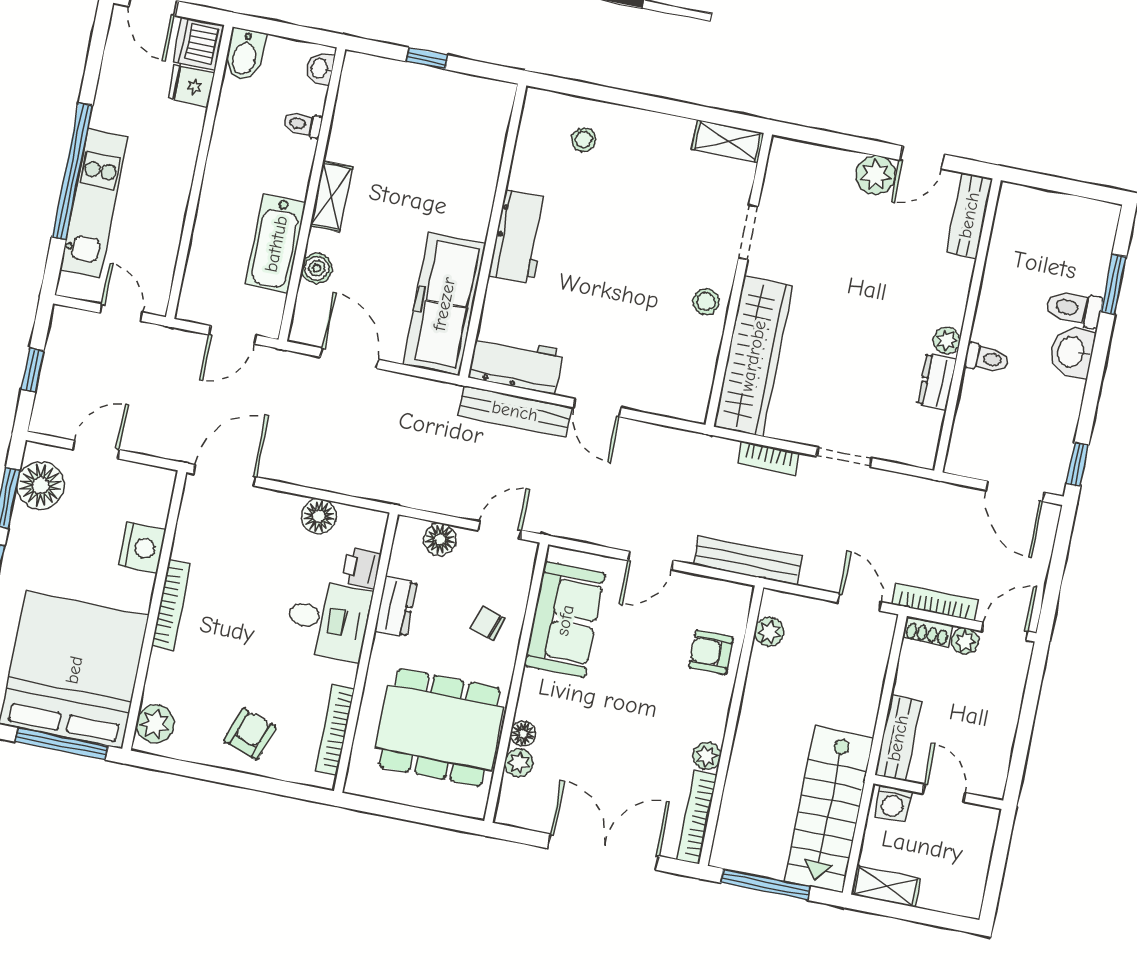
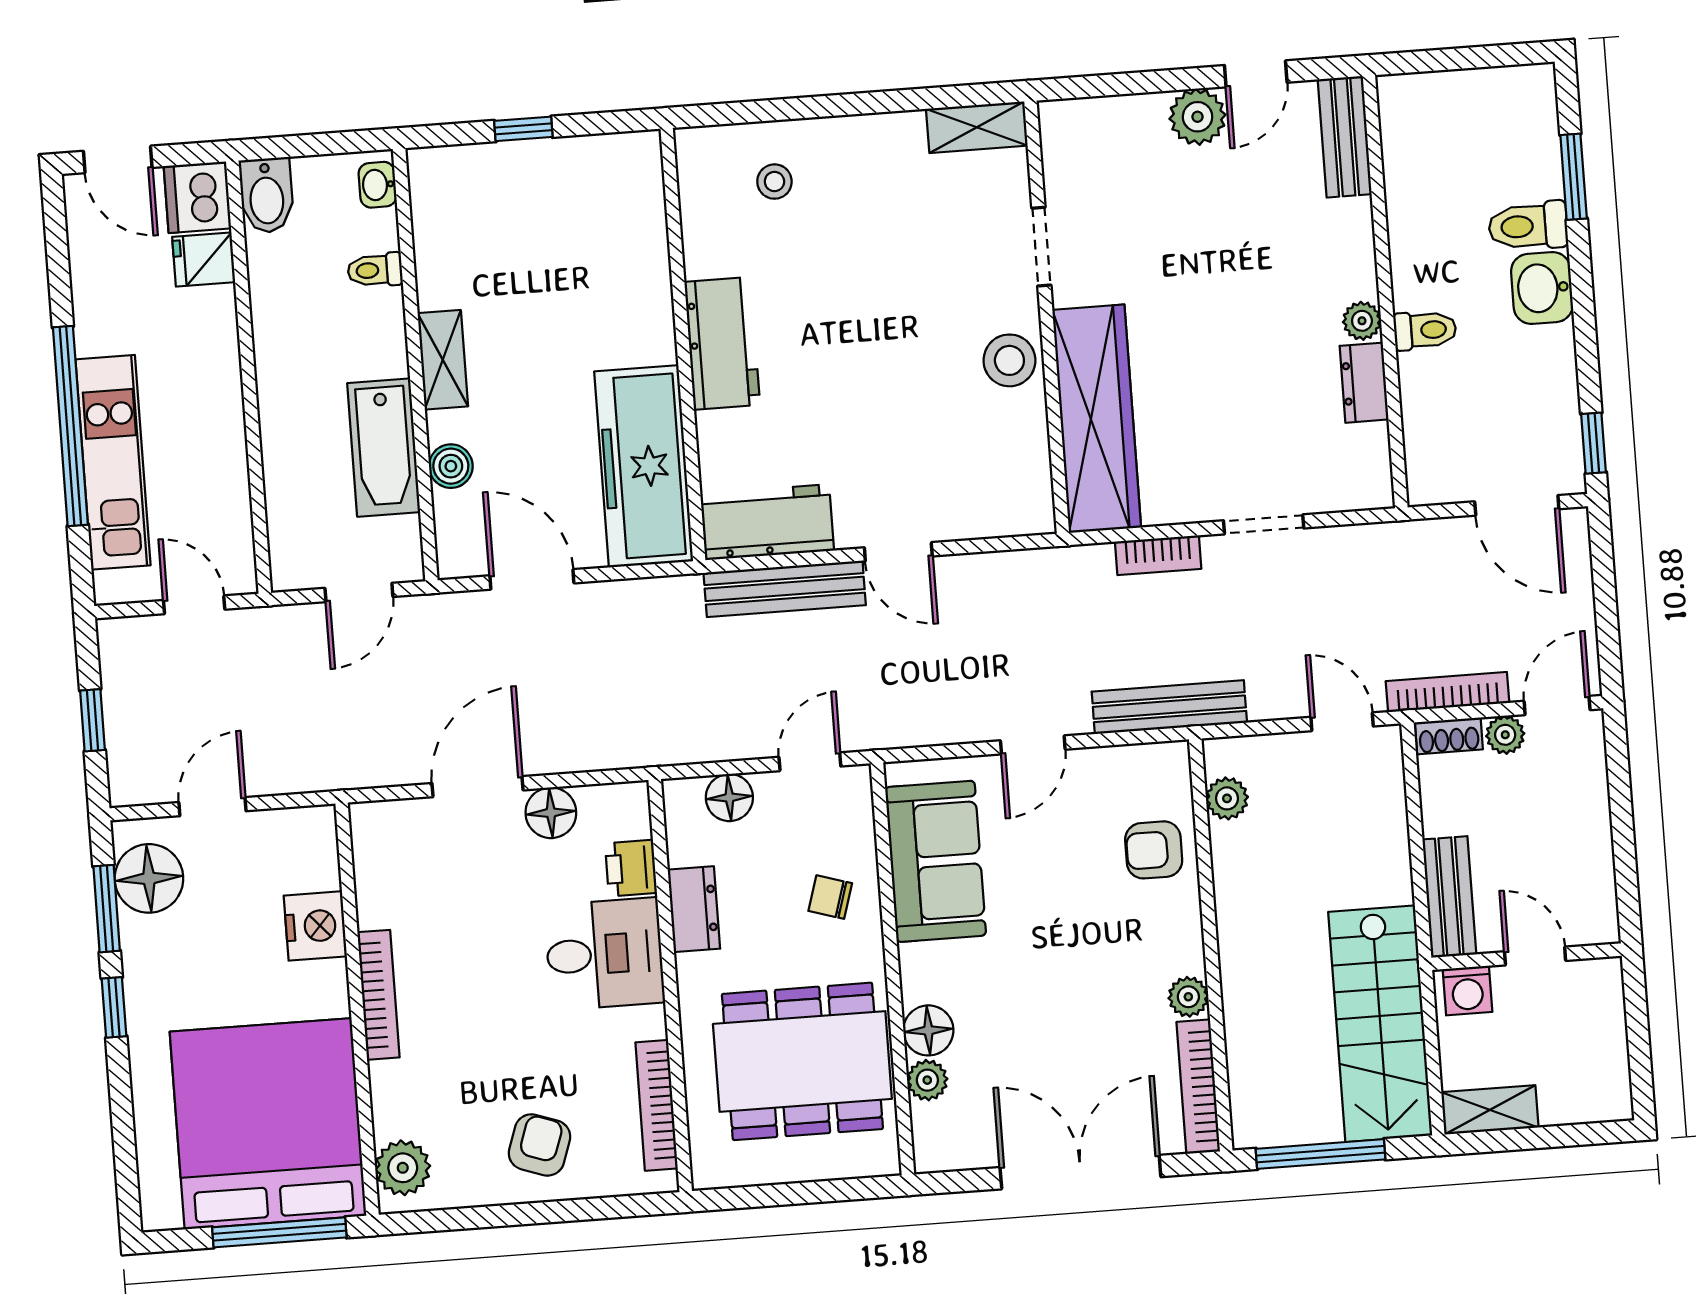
stool: (706, 302) -> (1009, 360), width x1.37, depth x1.37
door: (225, 475) -> (477, 787), moved
floor lamp: (523, 734) -> (928, 1030), width x1.37, depth x1.37

